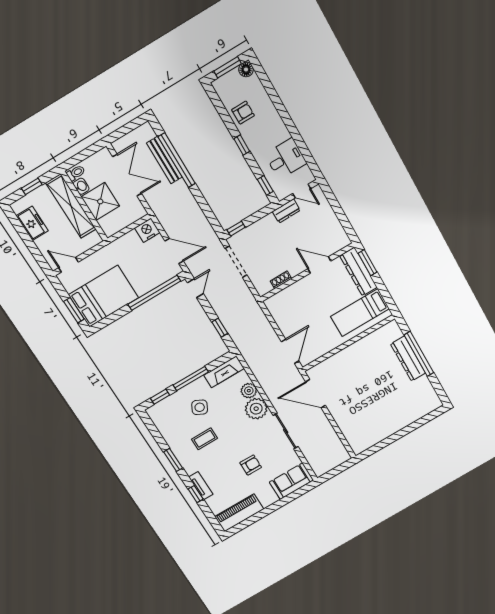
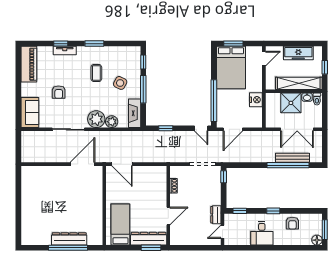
desk: (286, 159) -> (262, 233), moved
freezer: (32, 223) -> (298, 53), width x1.40
nightstand: (147, 230) -> (256, 100), moved

